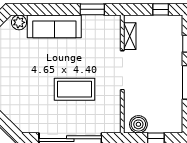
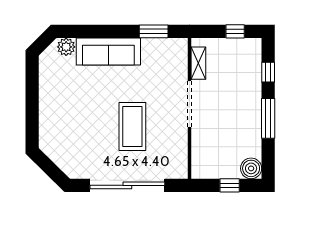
coffee table: (75, 89) -> (132, 126), turned 90
boiler: (138, 124) -> (251, 168), moved

